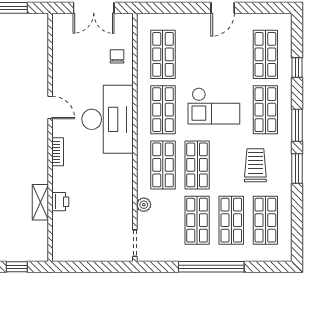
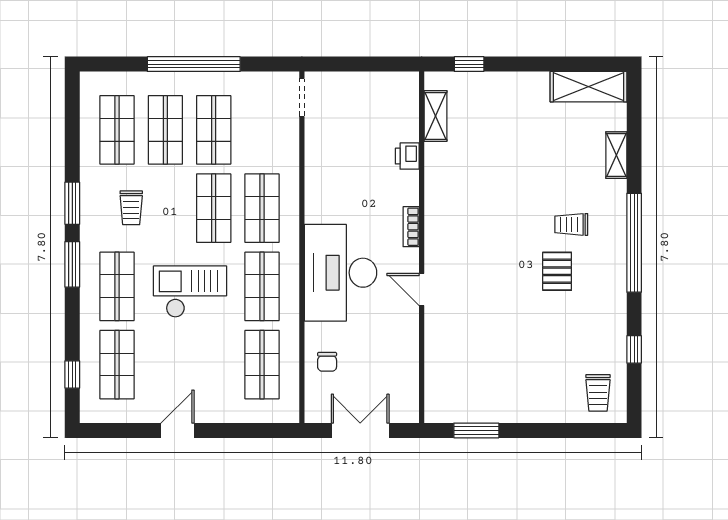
window: (297, 68) -> (72, 374), moved
trolley: (255, 165) -> (131, 208), width x0.73, depth x0.72
shelving: (40, 202) -> (435, 116), moved
plant: (144, 205) -> (289, 152), removed

